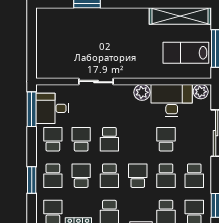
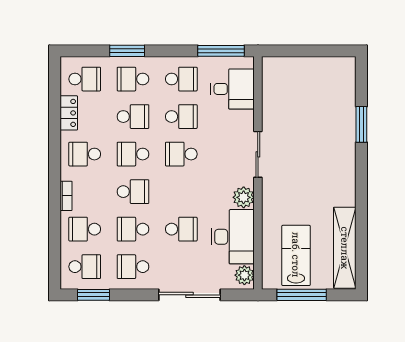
sliding door: (96, 82) -> (258, 154), moved
desk: (52, 108) -> (232, 89), moved, turned 90

